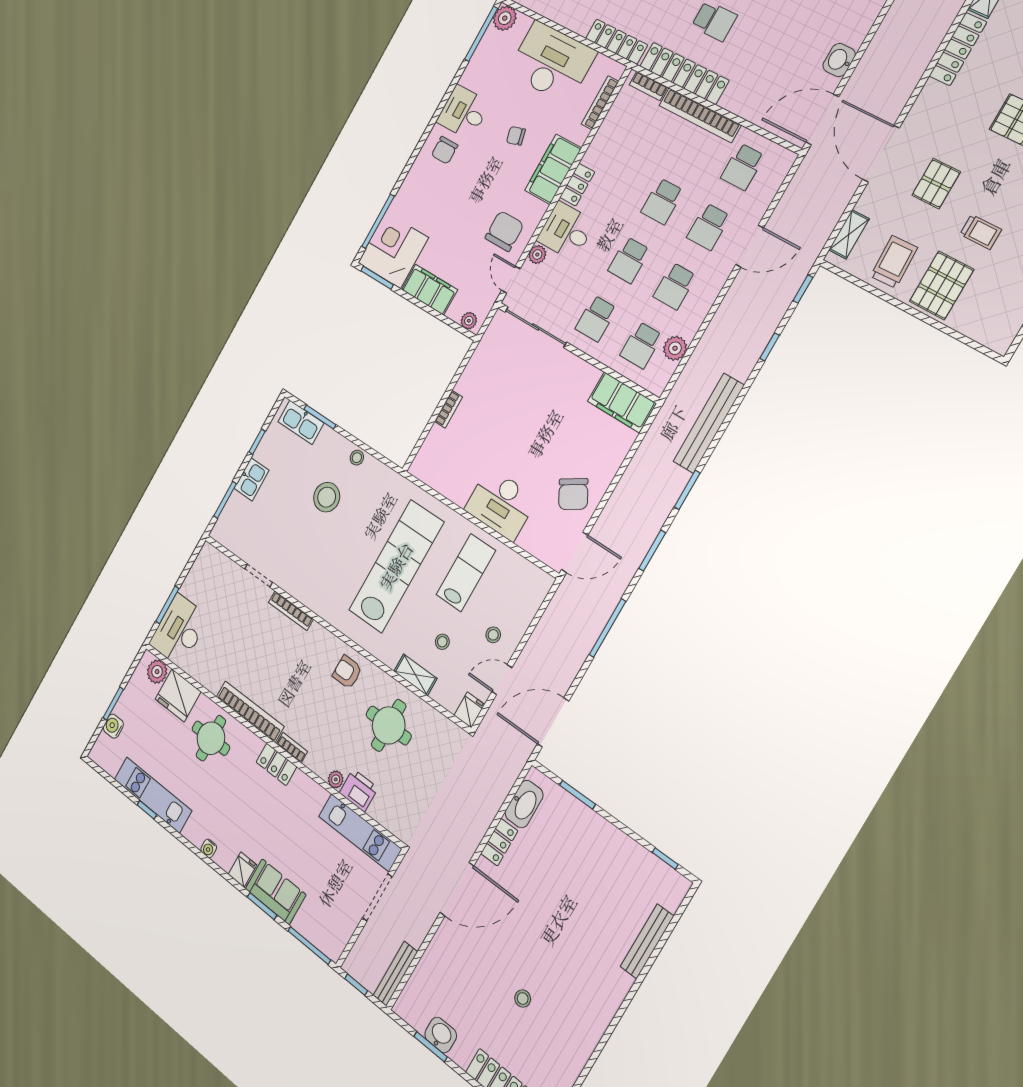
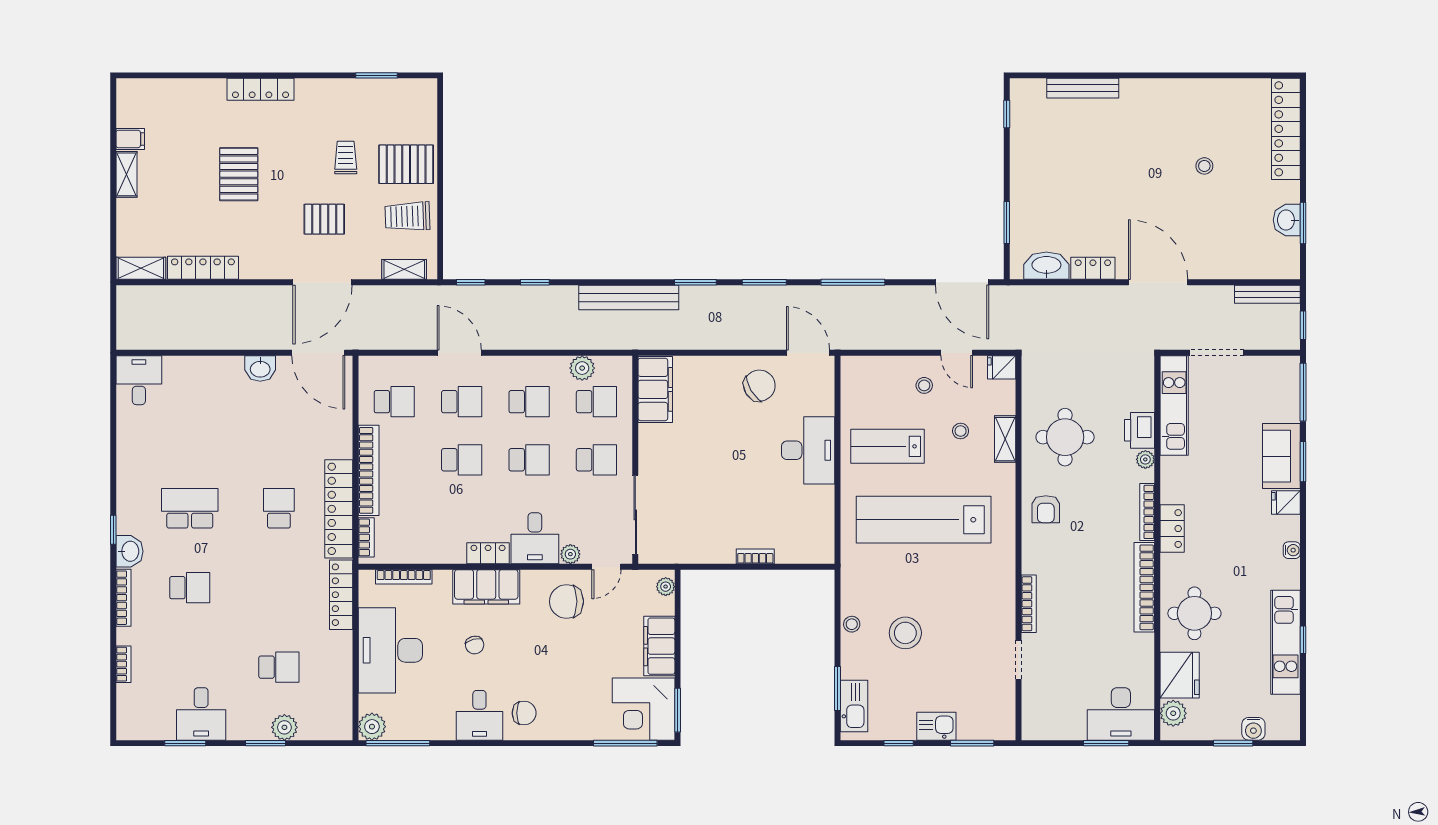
bookcase: (292, 748) -> (1147, 512), width x1.56

